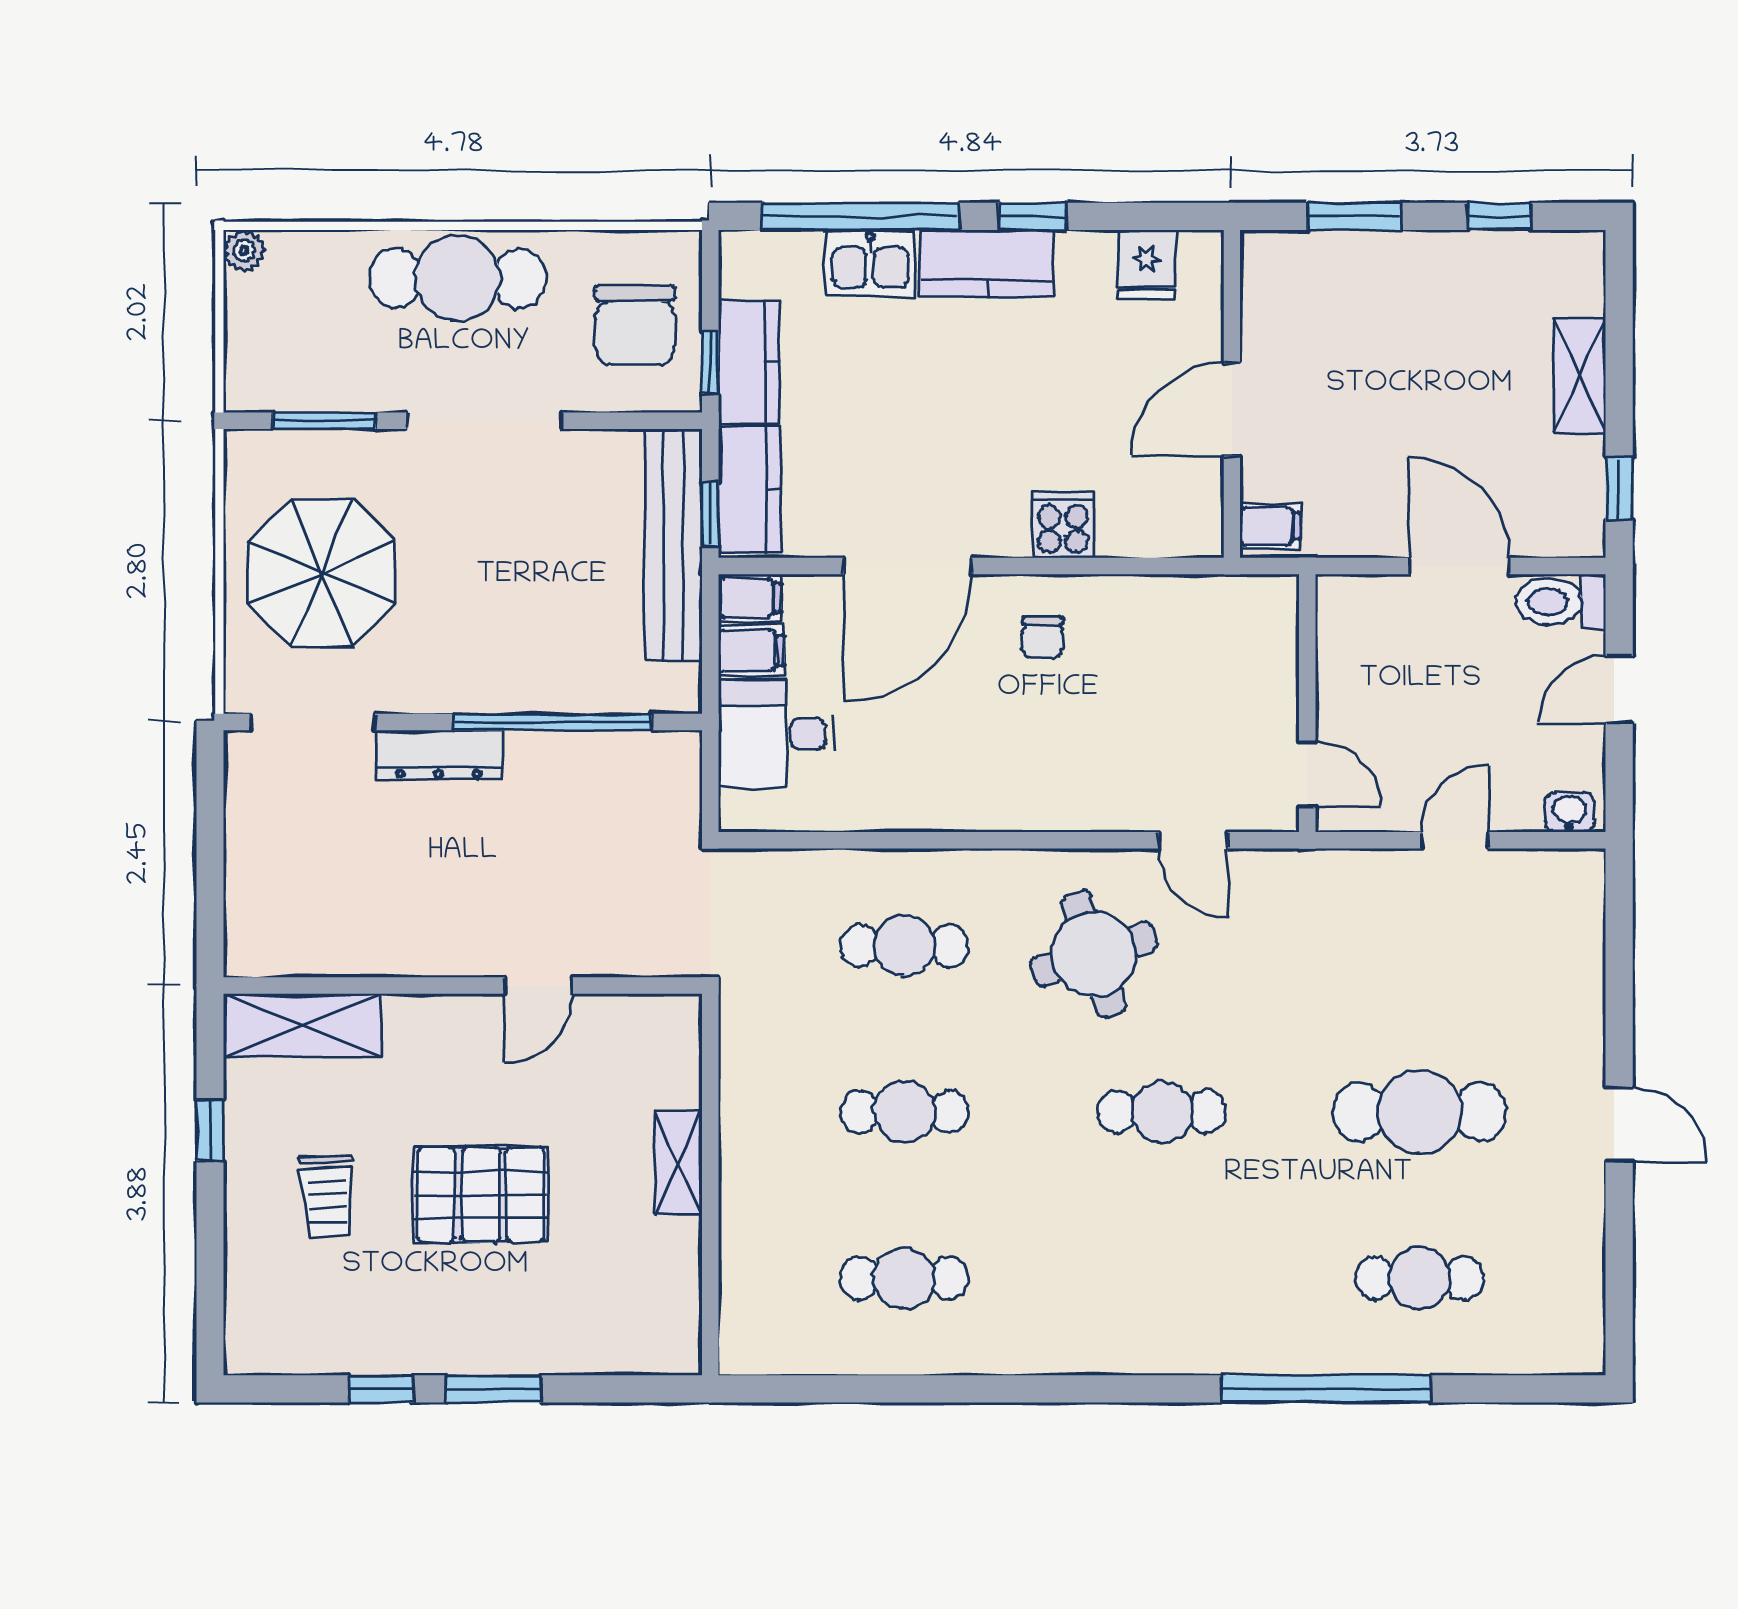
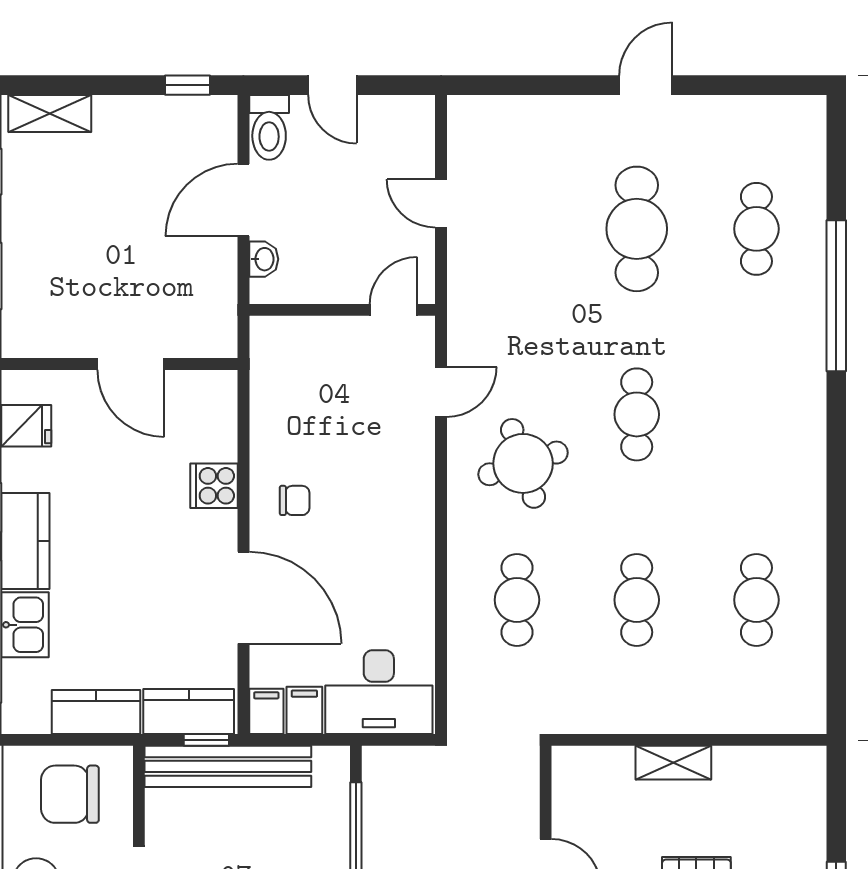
chair: (635, 325) -> (70, 794), turned 180
window: (710, 363) -> (97, 740), removed
shelving: (1580, 376) -> (50, 113), moved
filing cabinet: (1270, 526) -> (215, 336), removed
desk: (777, 734) -> (379, 692), width x1.37
washbasin: (1569, 812) -> (264, 259), moved, turned 180

